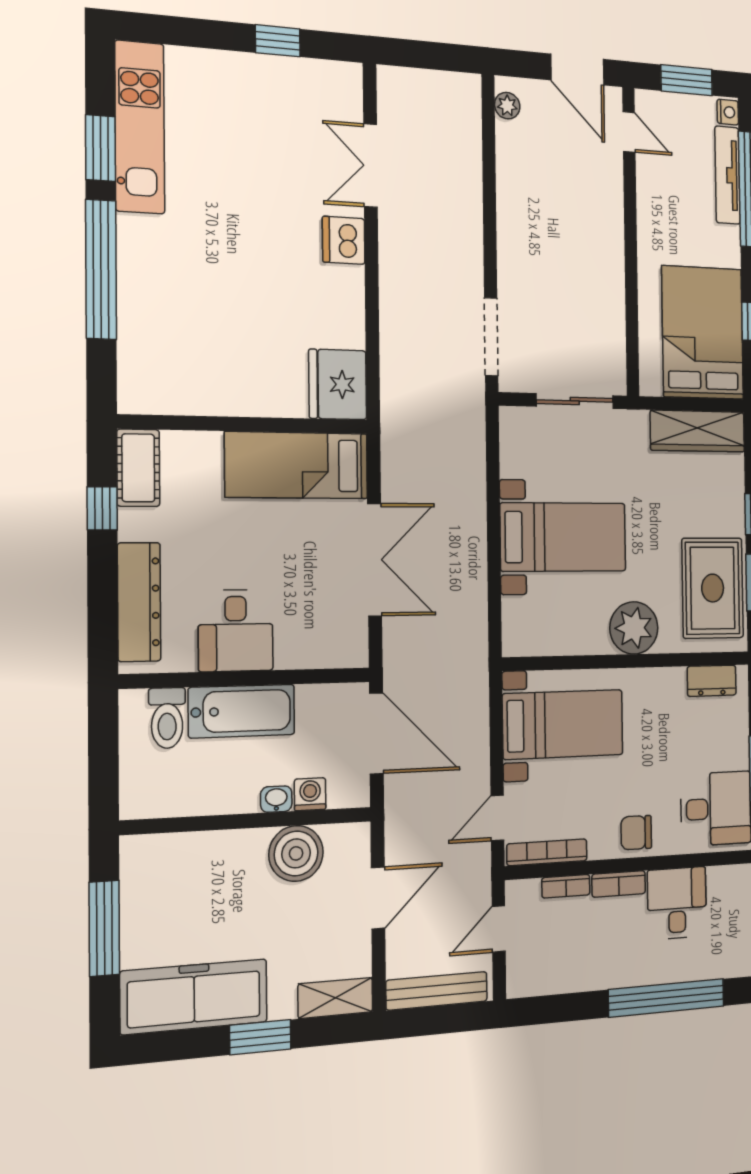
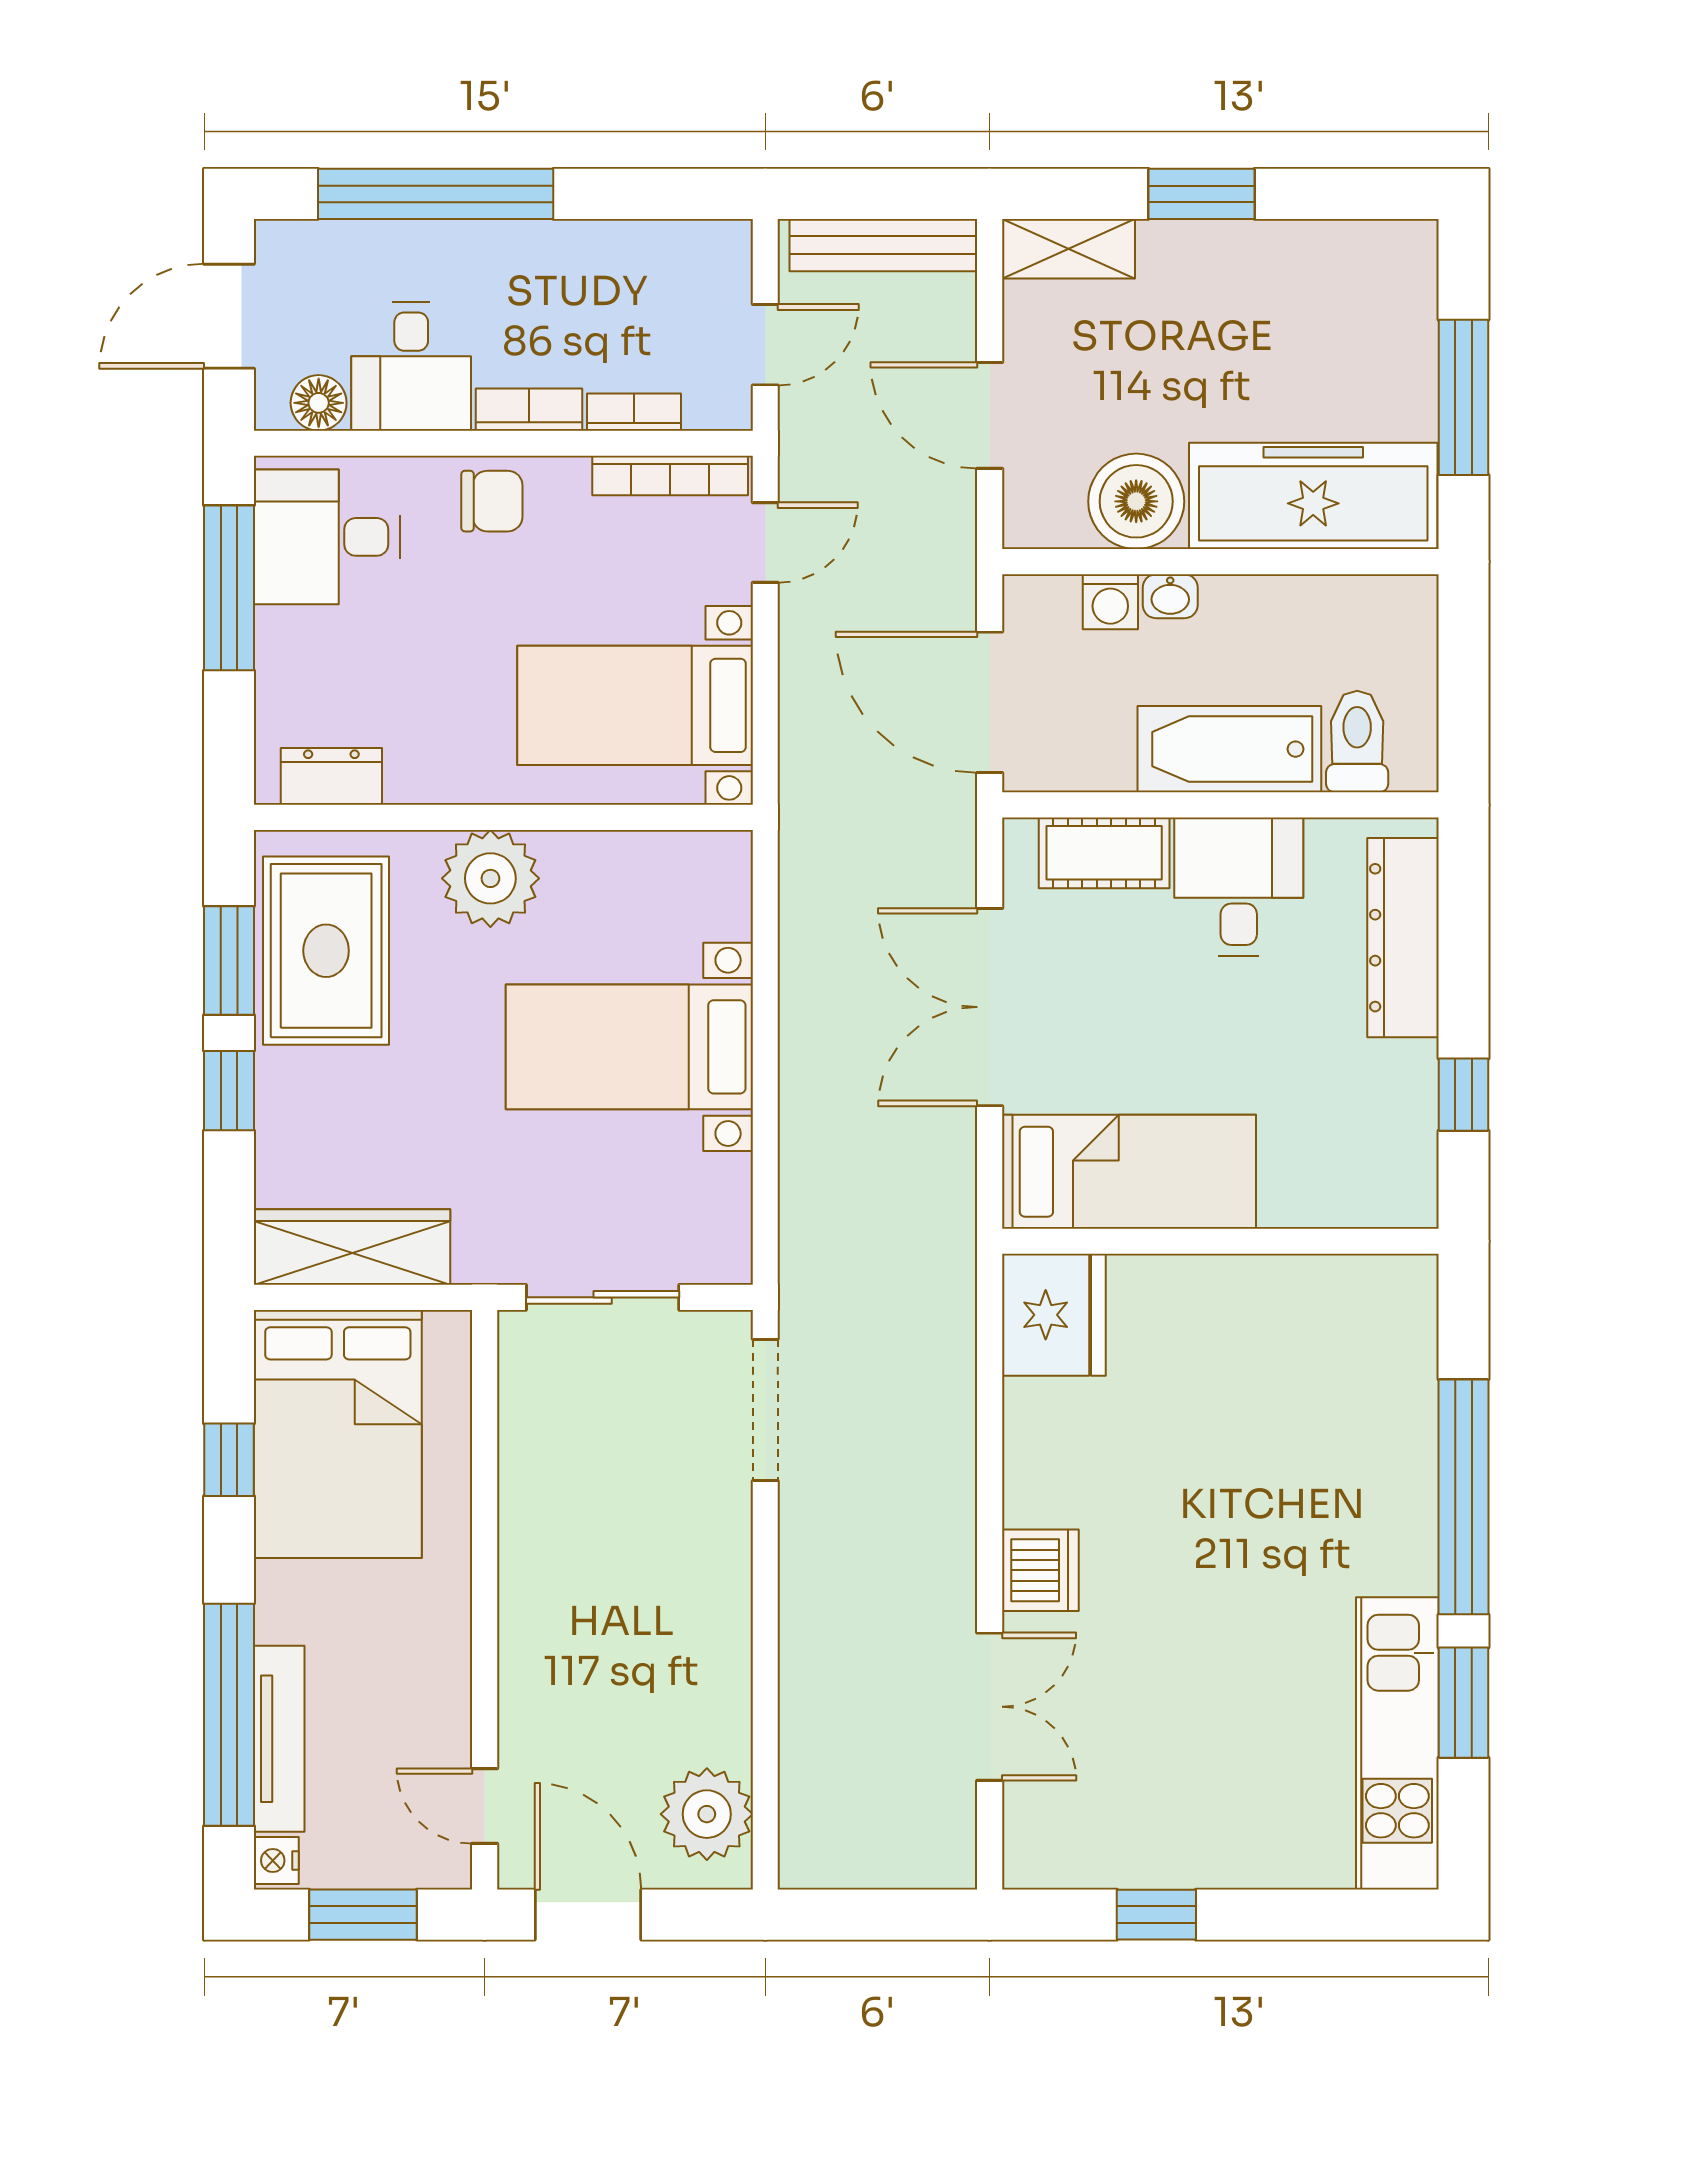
plant: (507, 106) -> (707, 1814), width x1.88, depth x1.88
cot: (138, 468) -> (1104, 853), moved, turned 90
floor lamp: (721, 880) -> (319, 403), added
door: (378, 898) -> (990, 415), hinge flipped
freezer: (194, 997) -> (1313, 496), moved, turned 180

